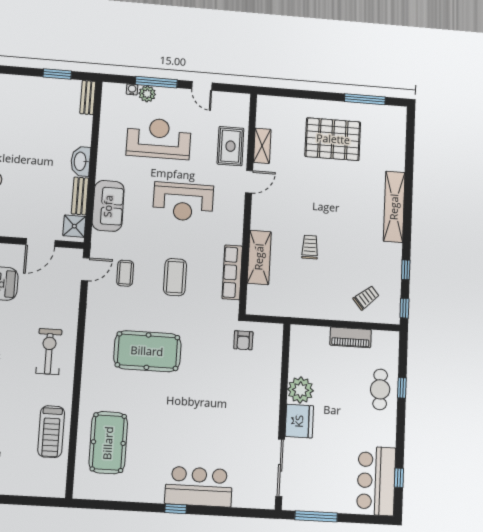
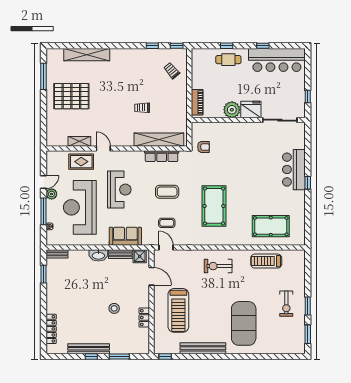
plant: (147, 94) -> (52, 194), moved
reception desk: (159, 138) -> (80, 207), width x1.36, depth x1.30
pallet: (333, 139) -> (71, 96), turned 90
shelving: (394, 207) -> (87, 55), moved
shelving: (259, 257) -> (159, 140), width x1.47
piano: (351, 337) -> (197, 102), moved
treadmill: (51, 432) -> (266, 261), turned 180
window: (399, 478) -> (263, 46), moved
bar counter: (376, 481) -> (277, 60), width x1.36
window: (316, 516) -> (308, 97), width x0.46

